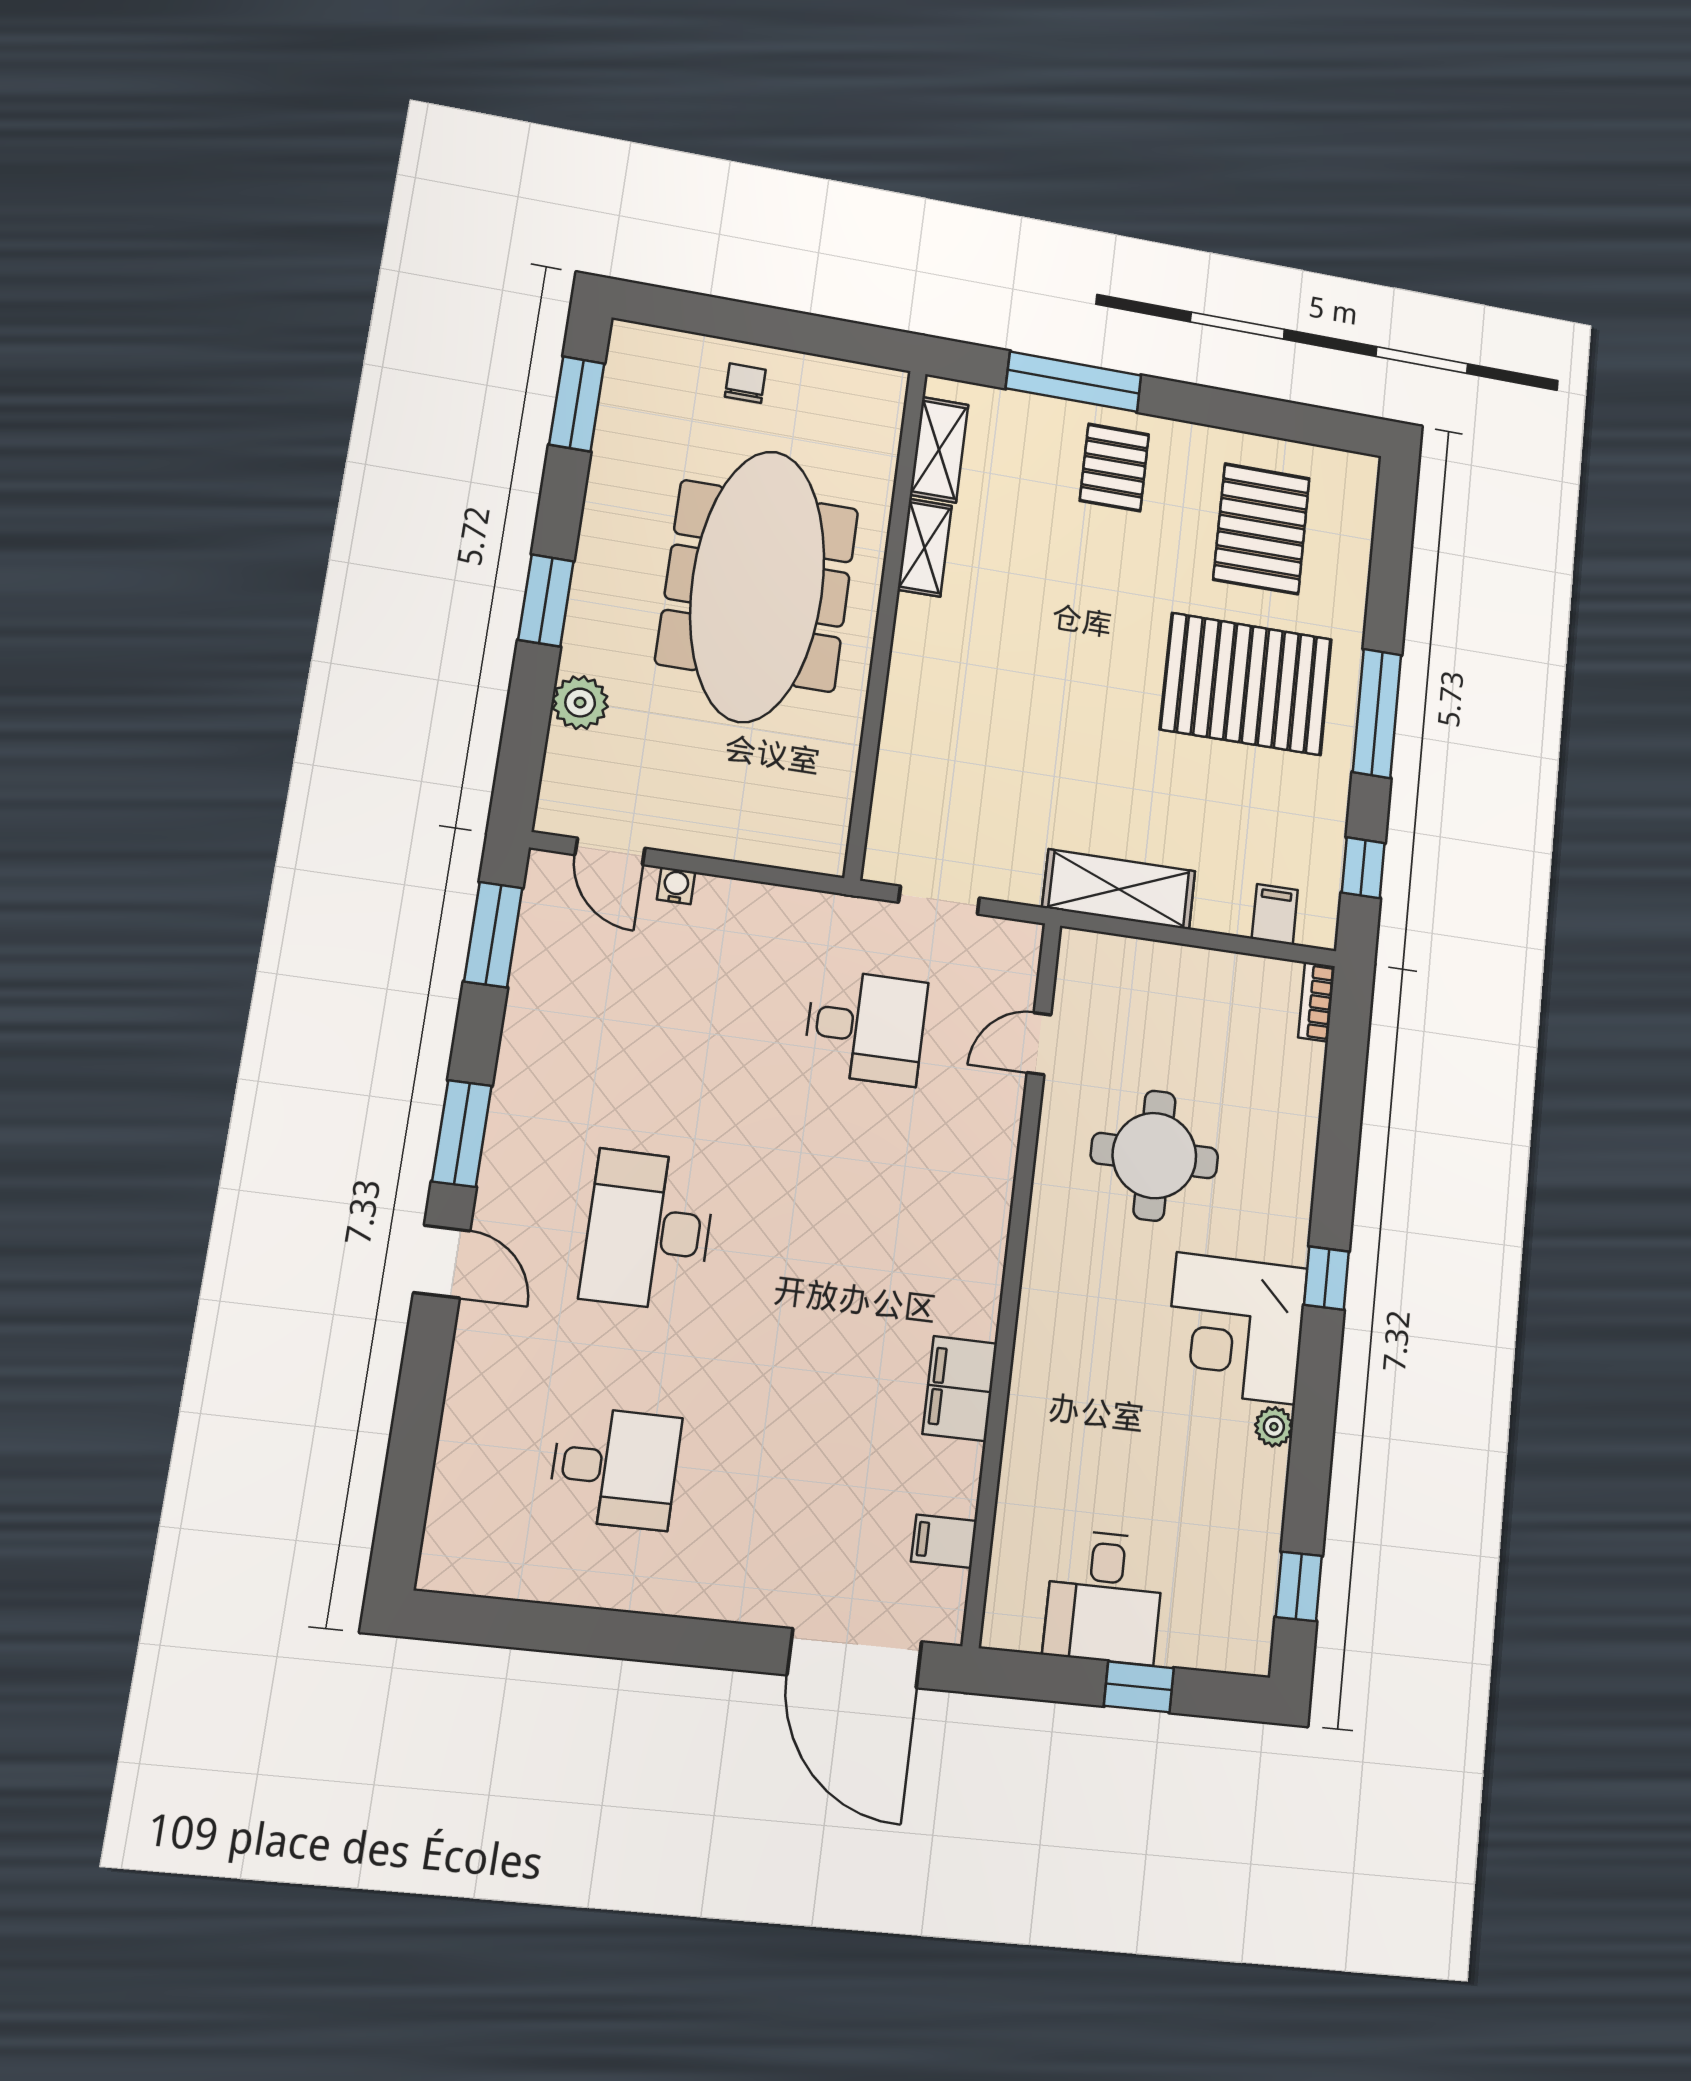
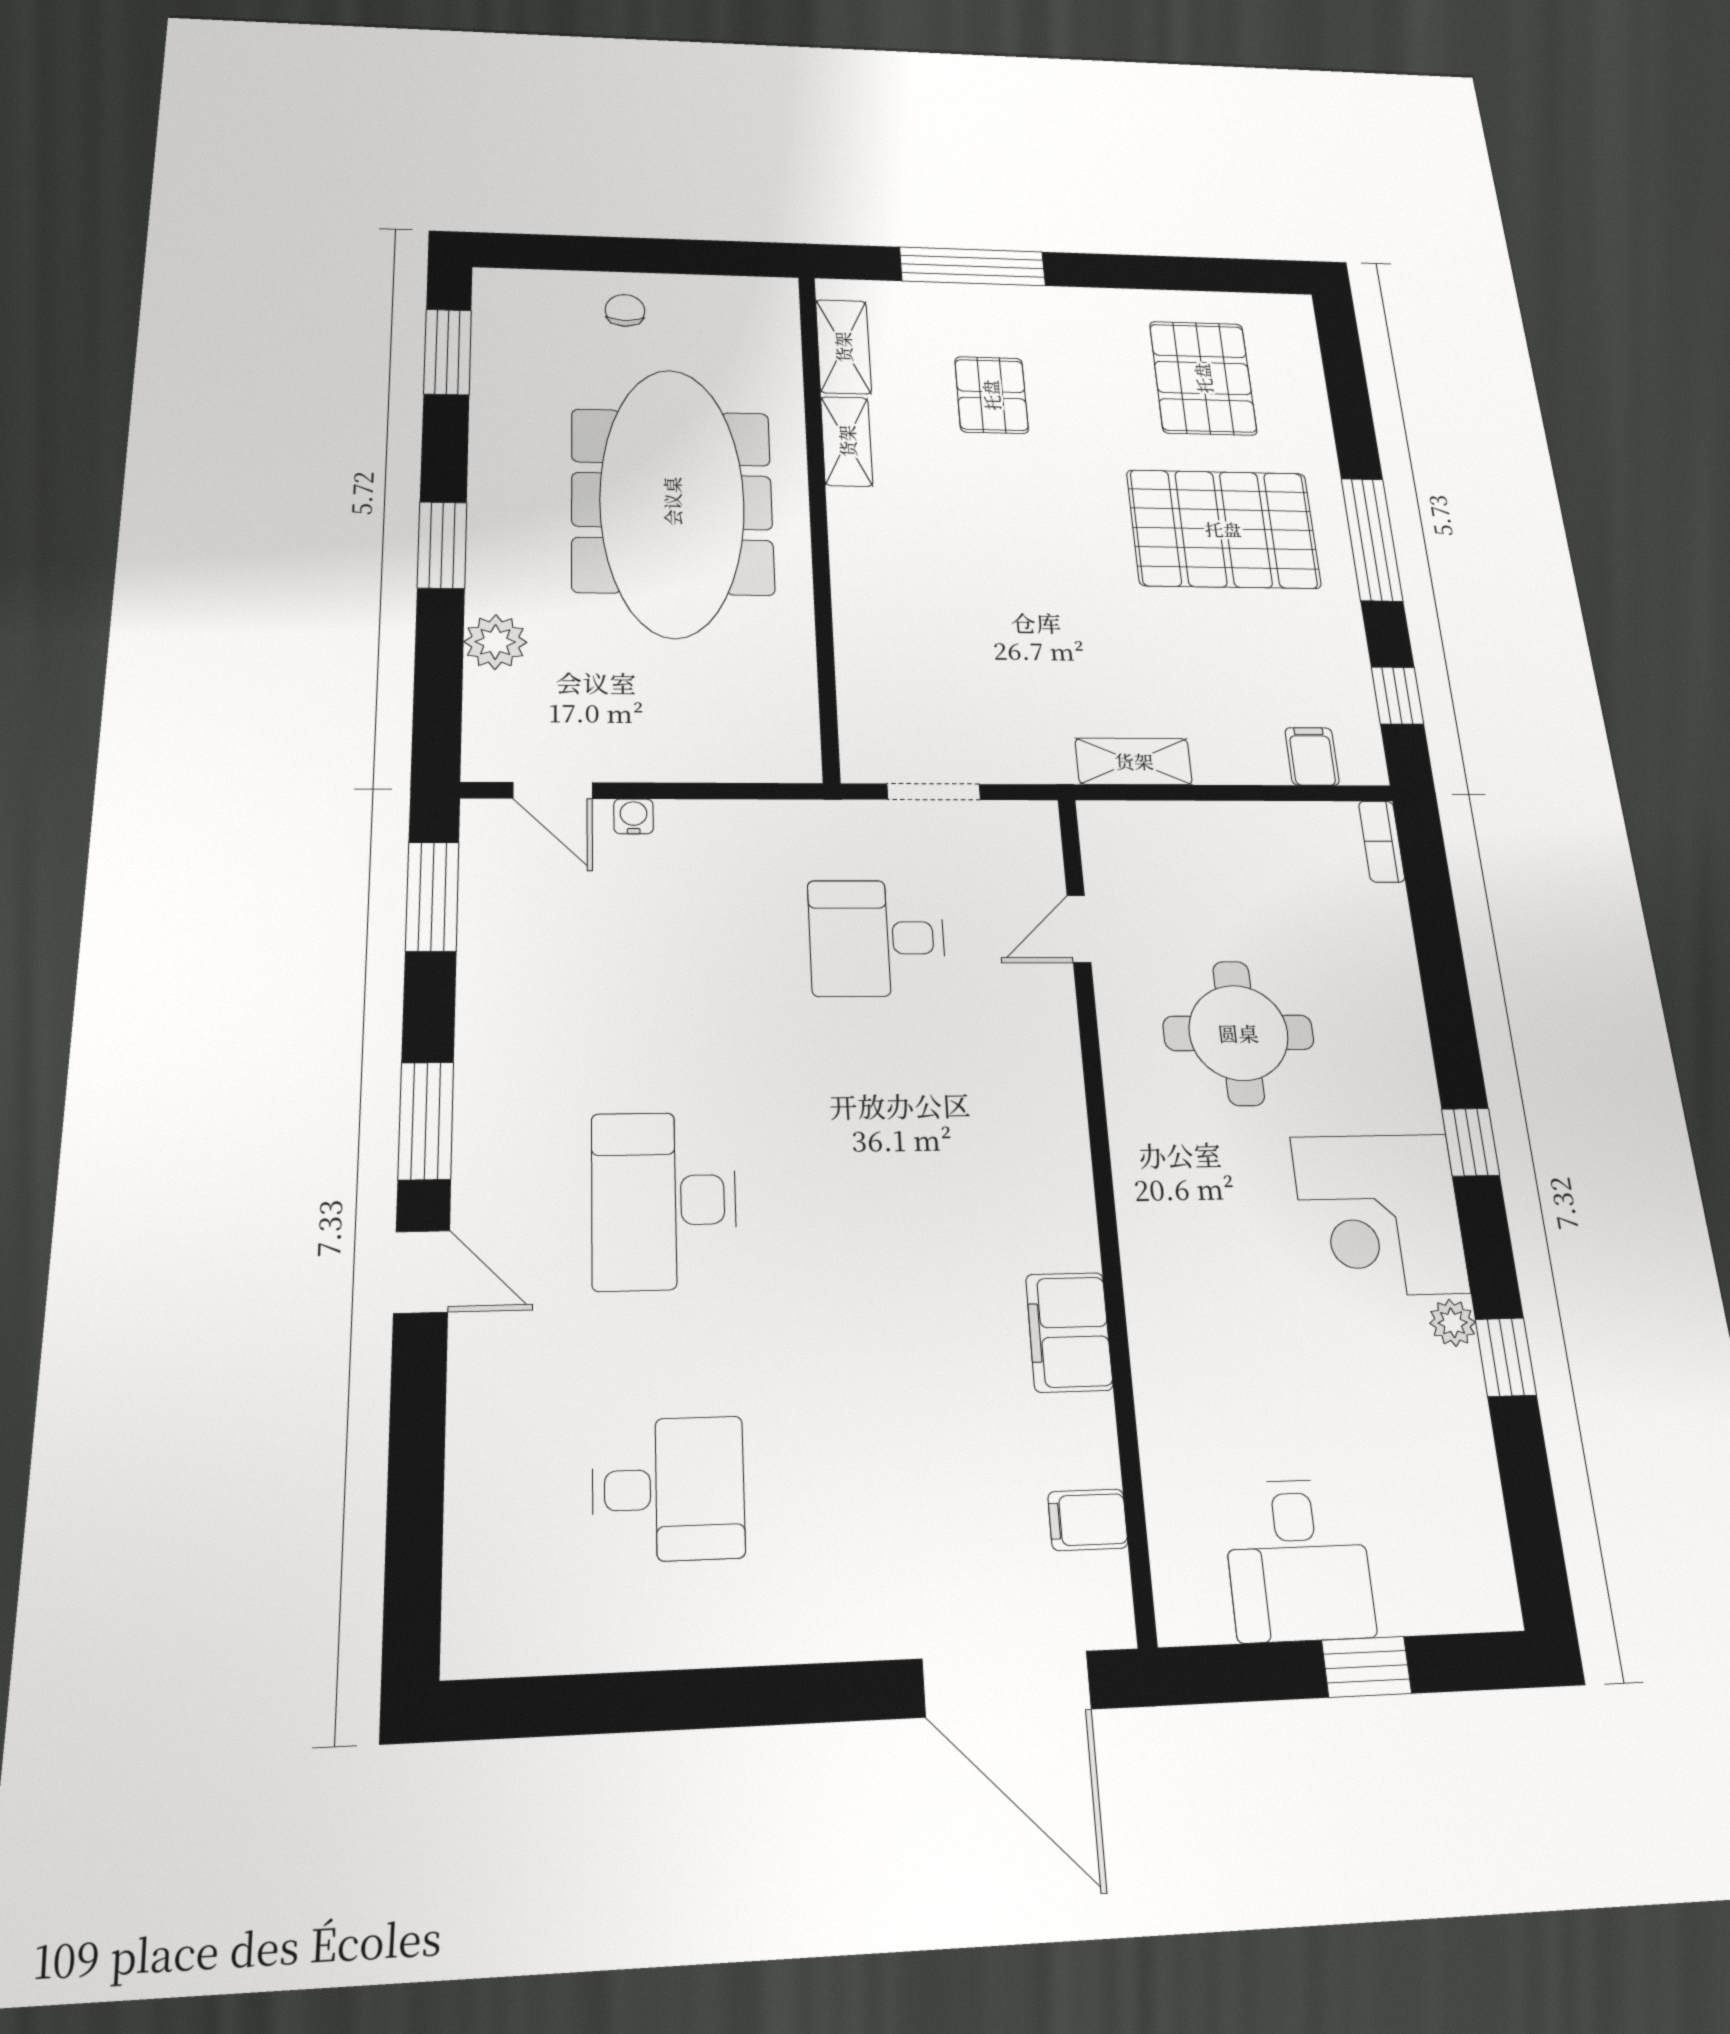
pallet: (1114, 468) -> (991, 395), moved
shelving: (1119, 889) -> (1134, 761), width x0.67, depth x0.75
desk: (866, 1027) -> (877, 938), turned 180
window: (1299, 1586) -> (1506, 1357), moved

